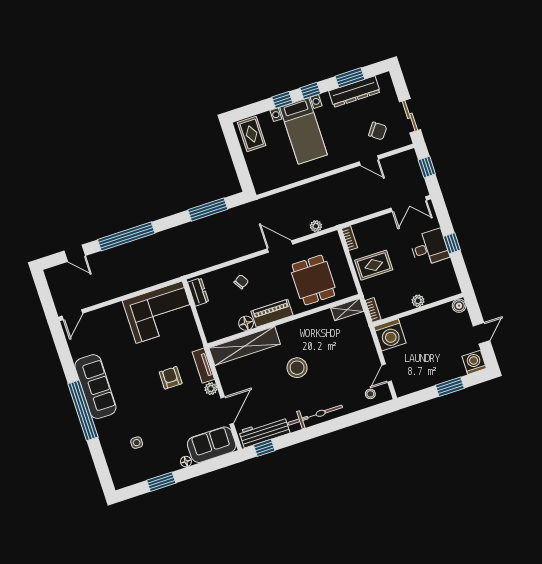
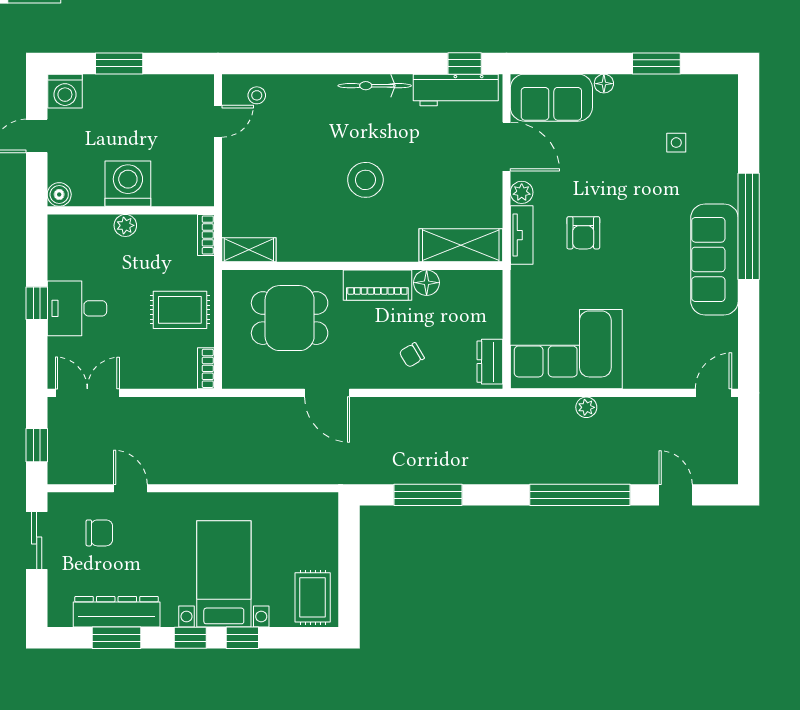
chair: (378, 131) -> (99, 533), turned 143
plant: (316, 226) -> (586, 407), moved
dining table: (313, 280) -> (290, 318), turned 90
washing machine: (390, 335) -> (128, 184), moved
shelving: (245, 346) -> (461, 245), width x0.68
door: (227, 411) -> (506, 147), swing flipped
bicycle: (315, 415) -> (375, 86), width x0.73, depth x0.71

